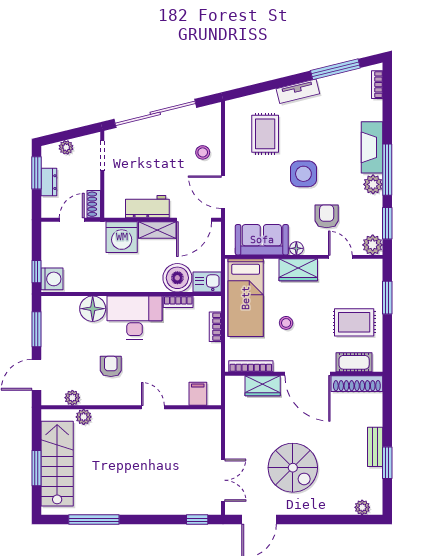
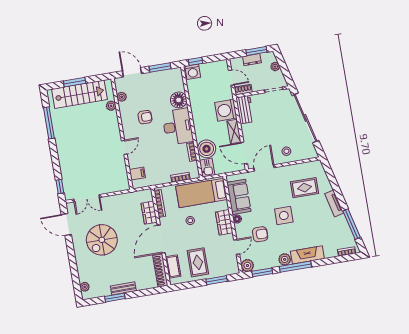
workbench: (147, 207) -> (245, 110), moved

